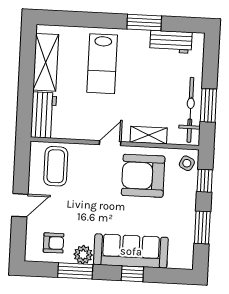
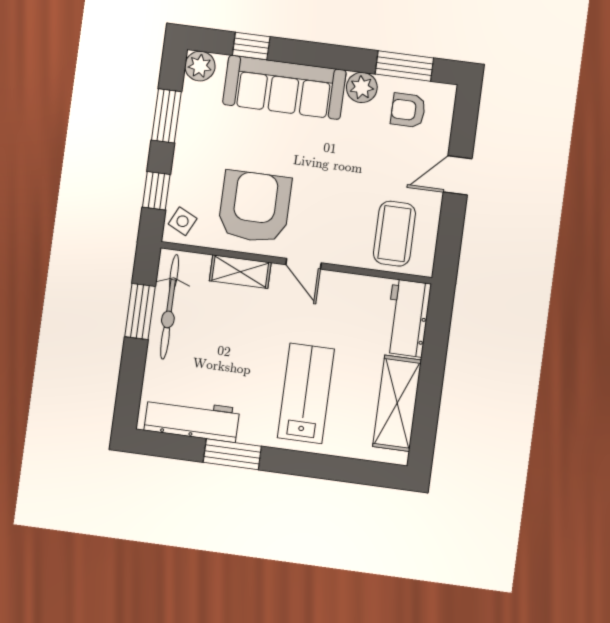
workbench: (171, 42) -> (192, 419), width x1.38
door: (110, 143) -> (303, 264), hinge flipped
armchair: (143, 176) -> (255, 207), turned -90
plant: (184, 260) -> (200, 66), added
window: (75, 271) -> (404, 66), moved
window: (132, 274) -> (251, 46), moved

